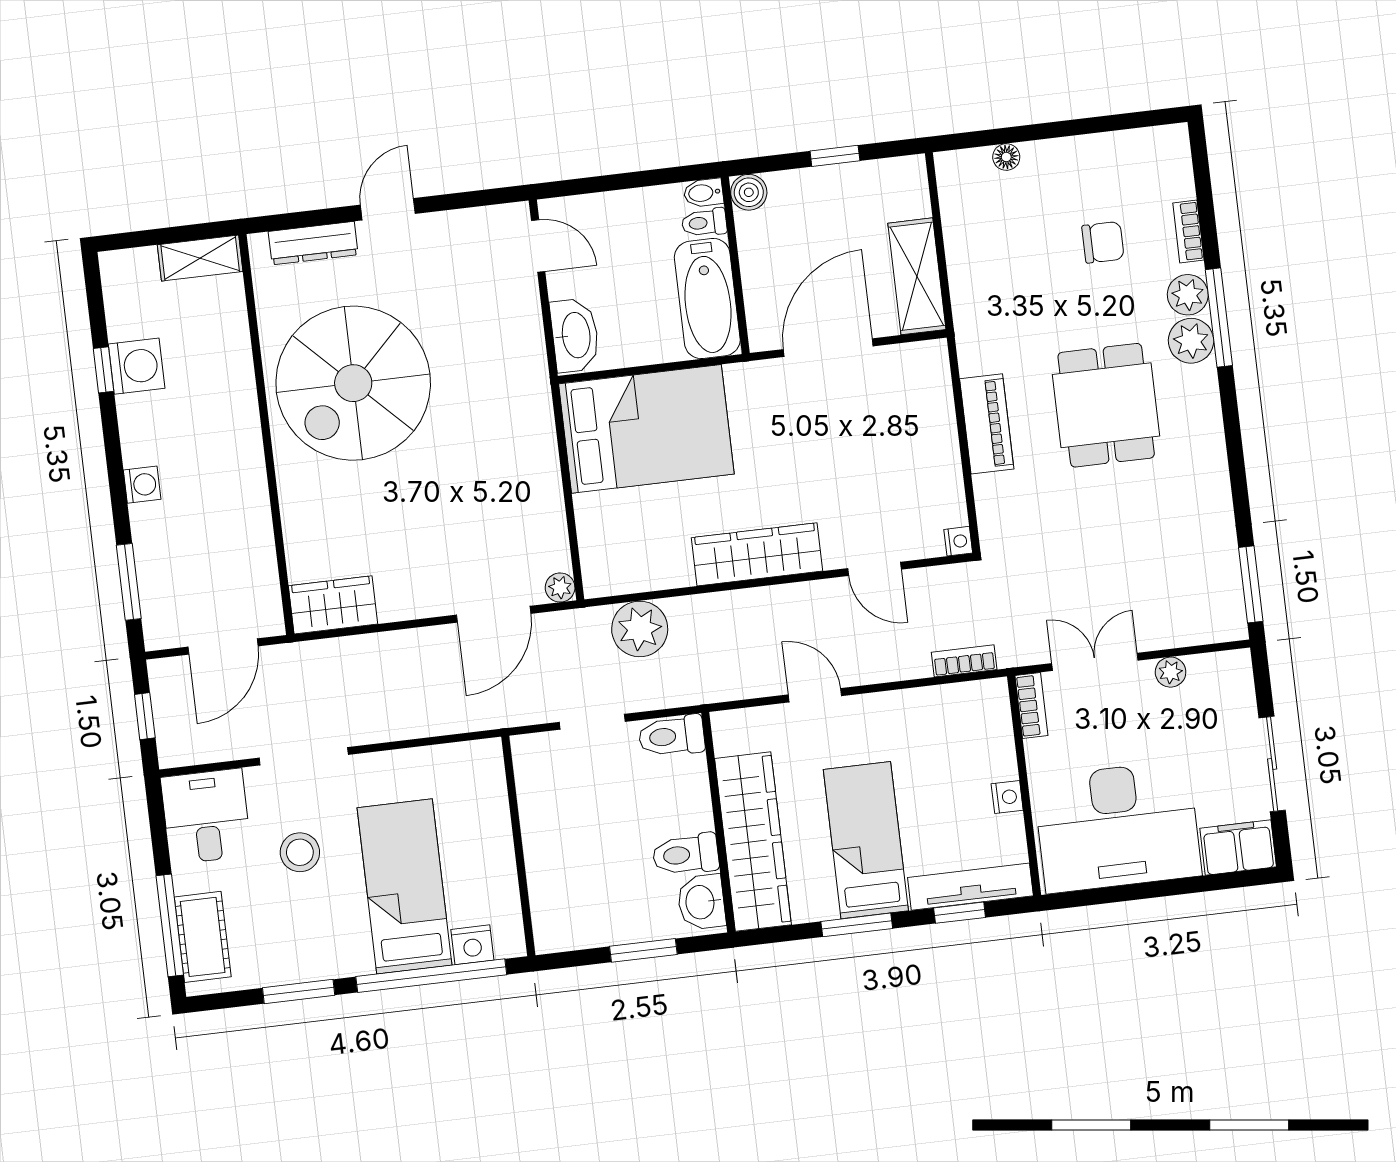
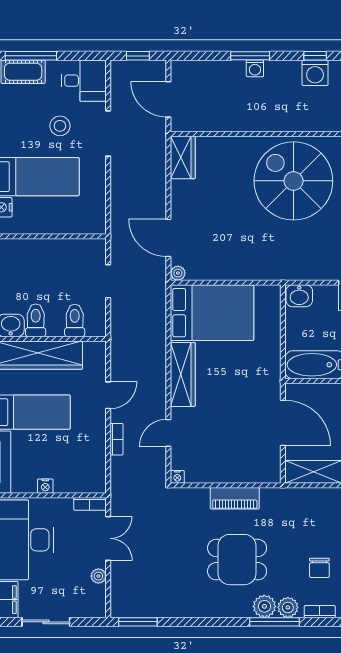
washbasin: (575, 335) -> (299, 296), width x0.72
bed: (646, 429) -> (212, 313), moved, turned -90
window: (129, 582) -> (250, 56), moved
plant: (640, 629) -> (152, 311), removed
bookcase: (964, 661) -> (117, 439), moved
toilet: (672, 736) -> (75, 320), moved

